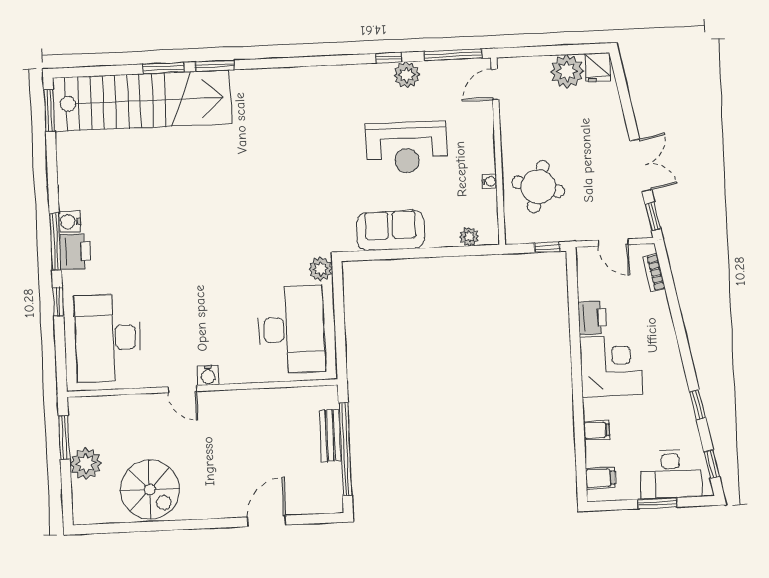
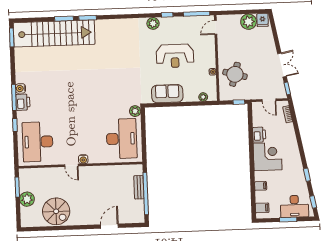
plant: (407, 75) -> (153, 23), moved

